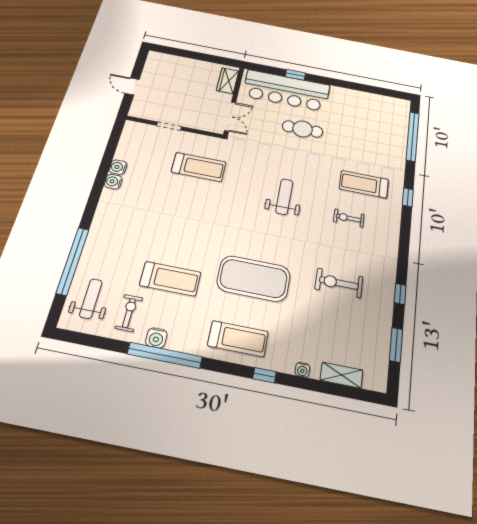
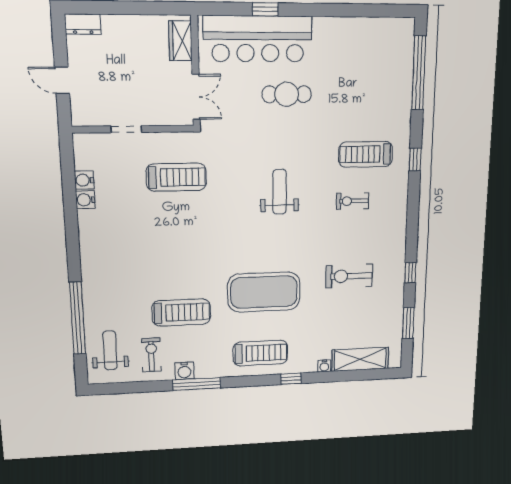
dresser: (160, 58) -> (83, 24), added
water cooler: (113, 182) -> (84, 180), moved
window: (165, 355) -> (197, 384), width x0.68
shelving: (342, 375) -> (360, 359), width x1.50, depth x1.33

